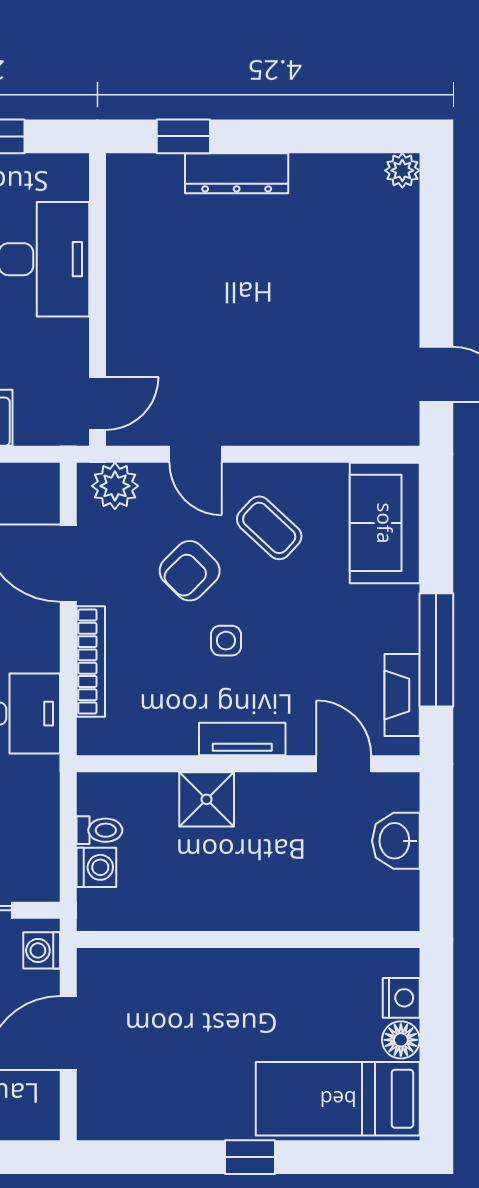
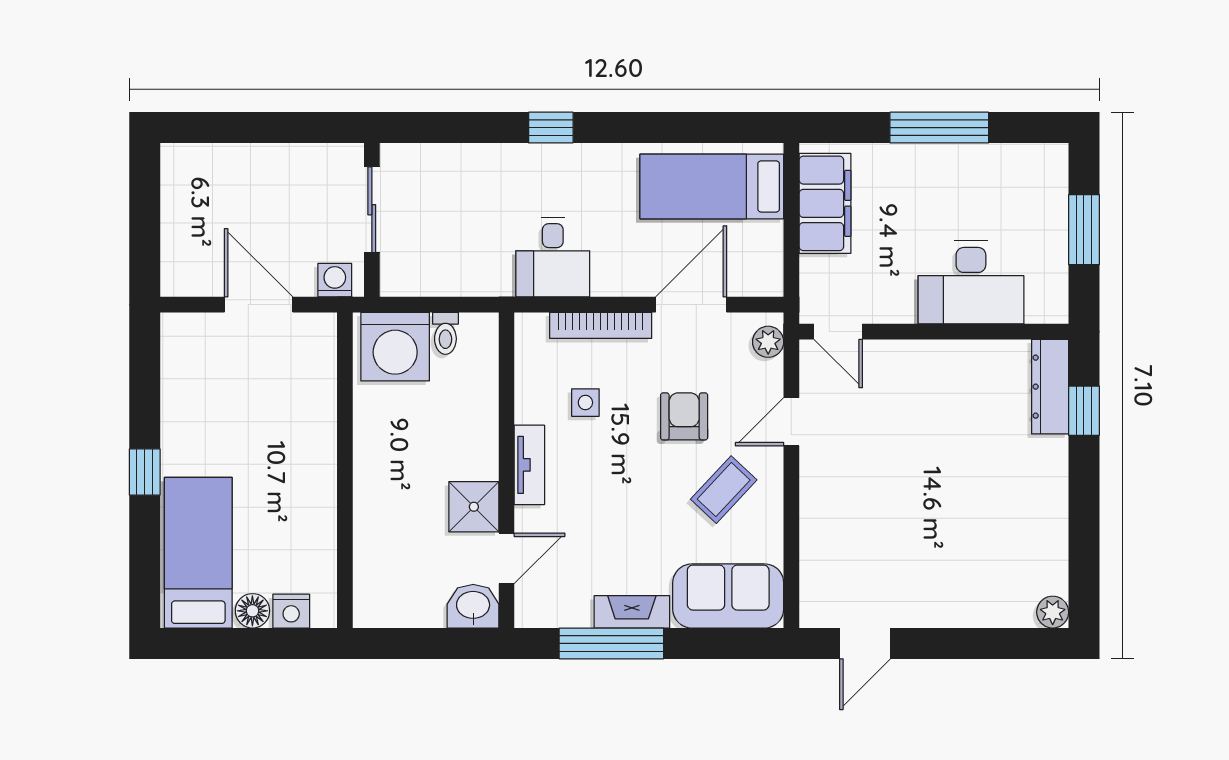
dresser: (237, 173) -> (1050, 387), moved
plant: (115, 486) -> (768, 342), width x0.73, depth x0.73
armchair: (190, 571) -> (684, 416), turned 45
side table: (226, 641) -> (585, 403), moved
fireplace: (402, 695) -> (632, 612), moved
shower: (207, 799) -> (474, 507), moved
washbasin: (396, 841) -> (473, 606), moved
washing machine: (96, 867) -> (395, 347), width x1.89, depth x1.89

